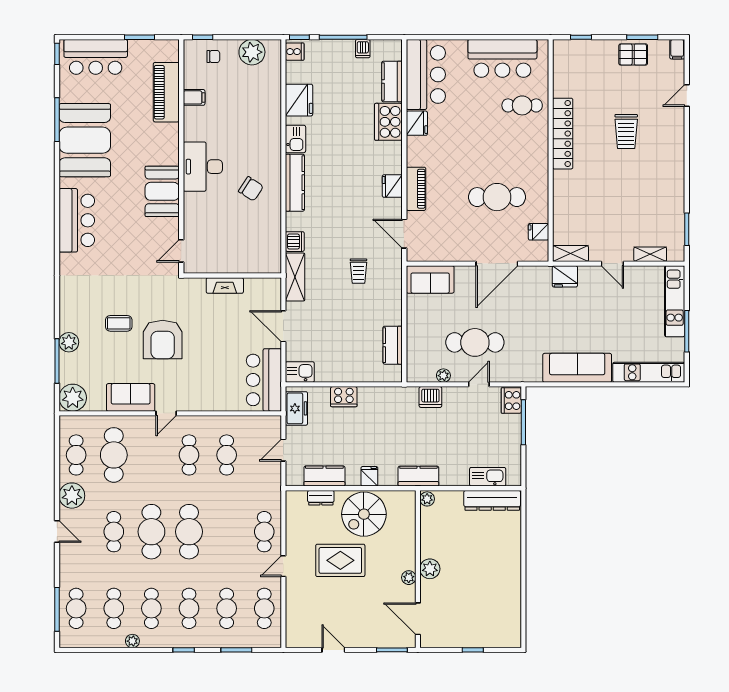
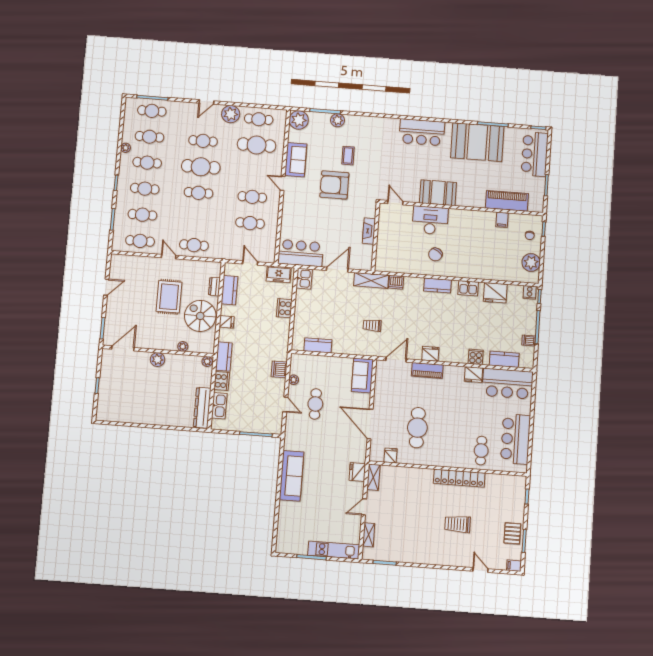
cooker: (388, 122) -> (476, 357), width x0.53, depth x0.76
desk: (203, 167) -> (430, 220), moved
kitchen counter: (295, 183) -> (437, 285), width x0.67
cafe table: (475, 342) -> (315, 404), width x0.73, depth x0.74
kitchen unit: (649, 372) -> (284, 527), removed
cooker: (511, 400) -> (222, 381), moved, turned 90
cafe table: (189, 532) -> (199, 193), width x0.73, depth x0.74
plant: (409, 578) -> (183, 346), moved

